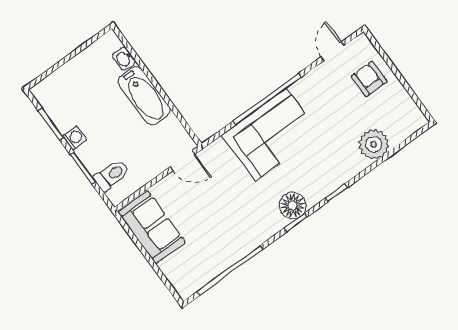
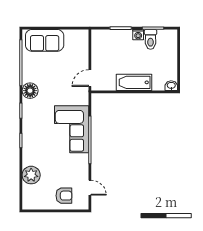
washbasin: (124, 59) -> (171, 86), moved
toilet: (112, 175) -> (151, 39), moved
floor lamp: (293, 206) -> (30, 91), moved
sofa: (152, 227) -> (45, 40), moved

